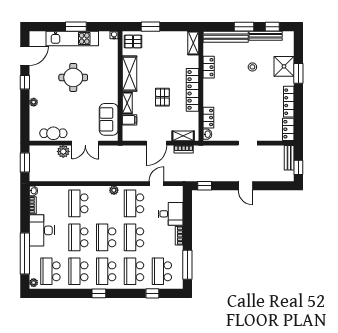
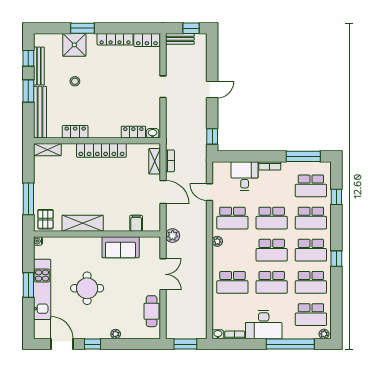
window: (150, 27) -> (28, 199), width x1.44
pallet: (162, 97) -> (110, 185), removed
shelving: (127, 103) -> (117, 226), removed
sofa: (109, 119) -> (121, 247), moved
plant: (63, 151) -> (173, 236), moved

